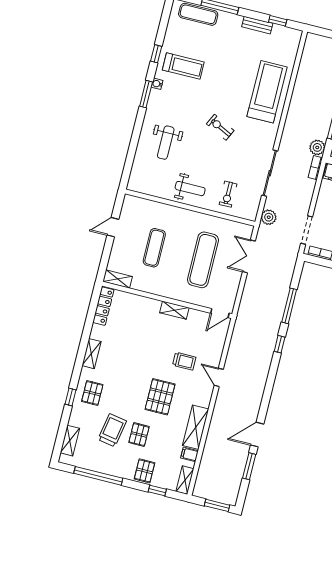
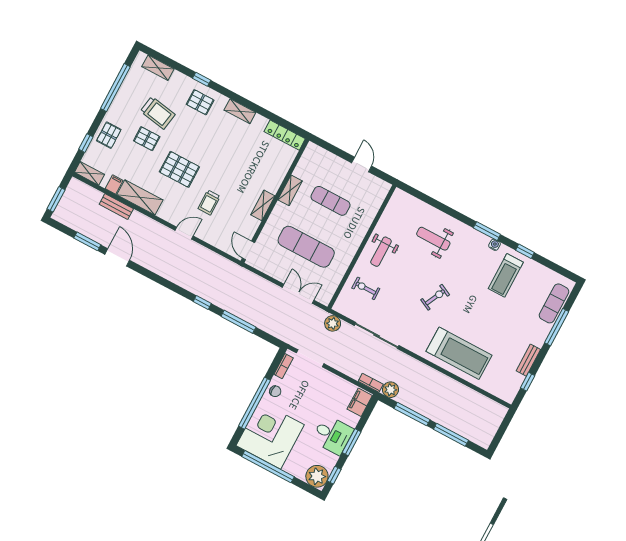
shelving: (118, 279) -> (290, 190), moved
bench: (210, 447) -> (116, 207), added
pallet: (145, 471) -> (109, 135), turned 90

